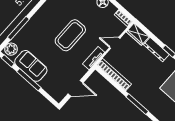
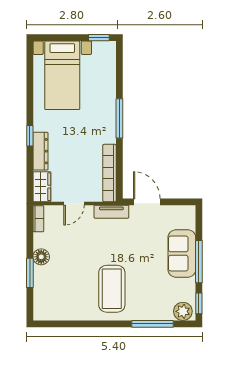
coffee table: (70, 35) -> (112, 289), moved, turned 90
door: (115, 43) -> (74, 203), hinge flipped
sofa: (31, 66) -> (182, 254), moved
door: (76, 88) -> (147, 202), moved

